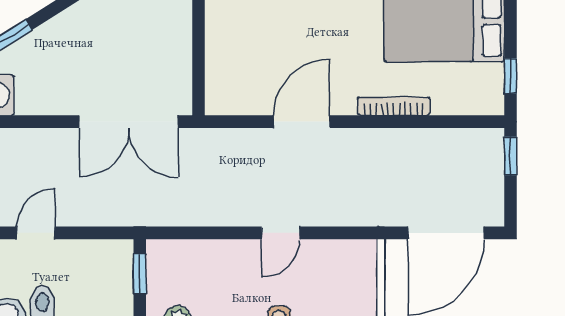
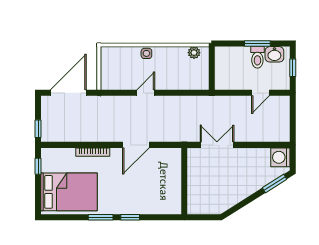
double door: (129, 122) -> (217, 145), width x0.73
window: (140, 274) -> (212, 74), removed

